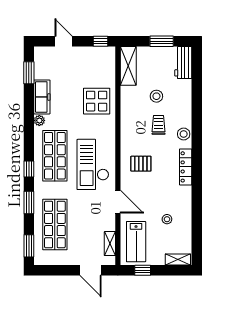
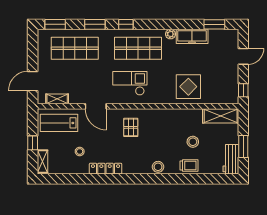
workbench: (183, 63) -> (231, 159), moved, turned -90
trolley: (159, 125) -> (189, 165), moved
checkout: (93, 164) -> (130, 83), width x0.73, depth x0.83
locker: (186, 167) -> (106, 169), moved
door: (118, 202) -> (96, 106), hinge flipped
window: (143, 270) -> (33, 143), moved

